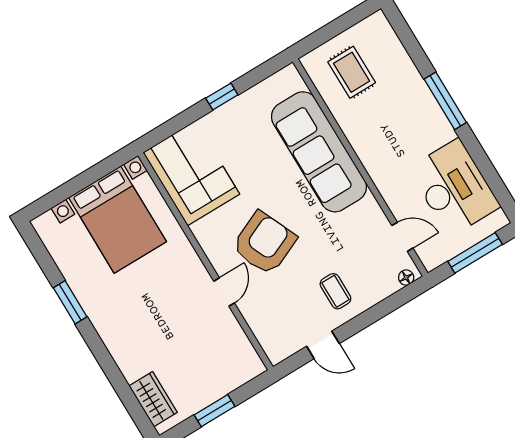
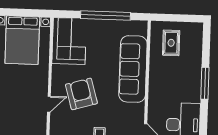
window: (222, 96) -> (106, 15), width x3.17
armchair: (264, 243) -> (81, 94), turned -82

